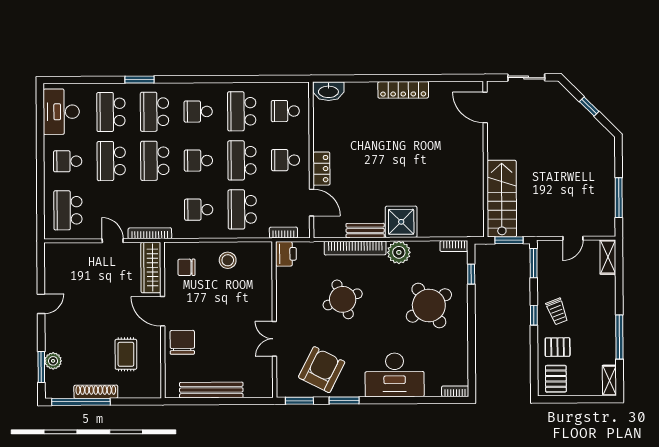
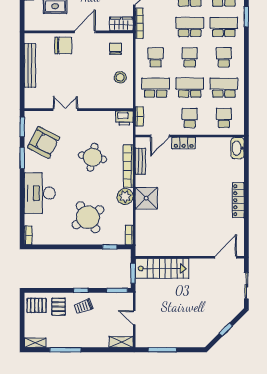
bench: (365, 230) -> (140, 161), moved
wardrobe: (151, 268) -> (121, 24), width x0.67
round table: (343, 299) -> (93, 157), turned 32

